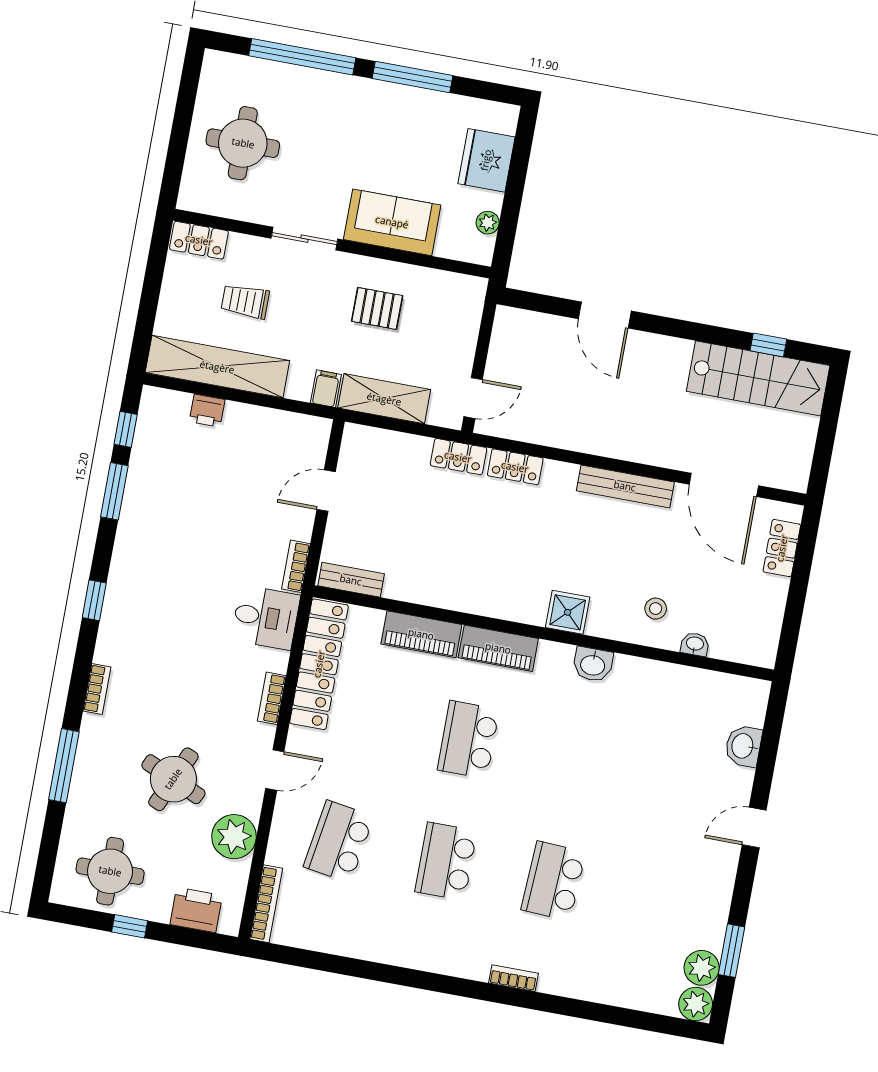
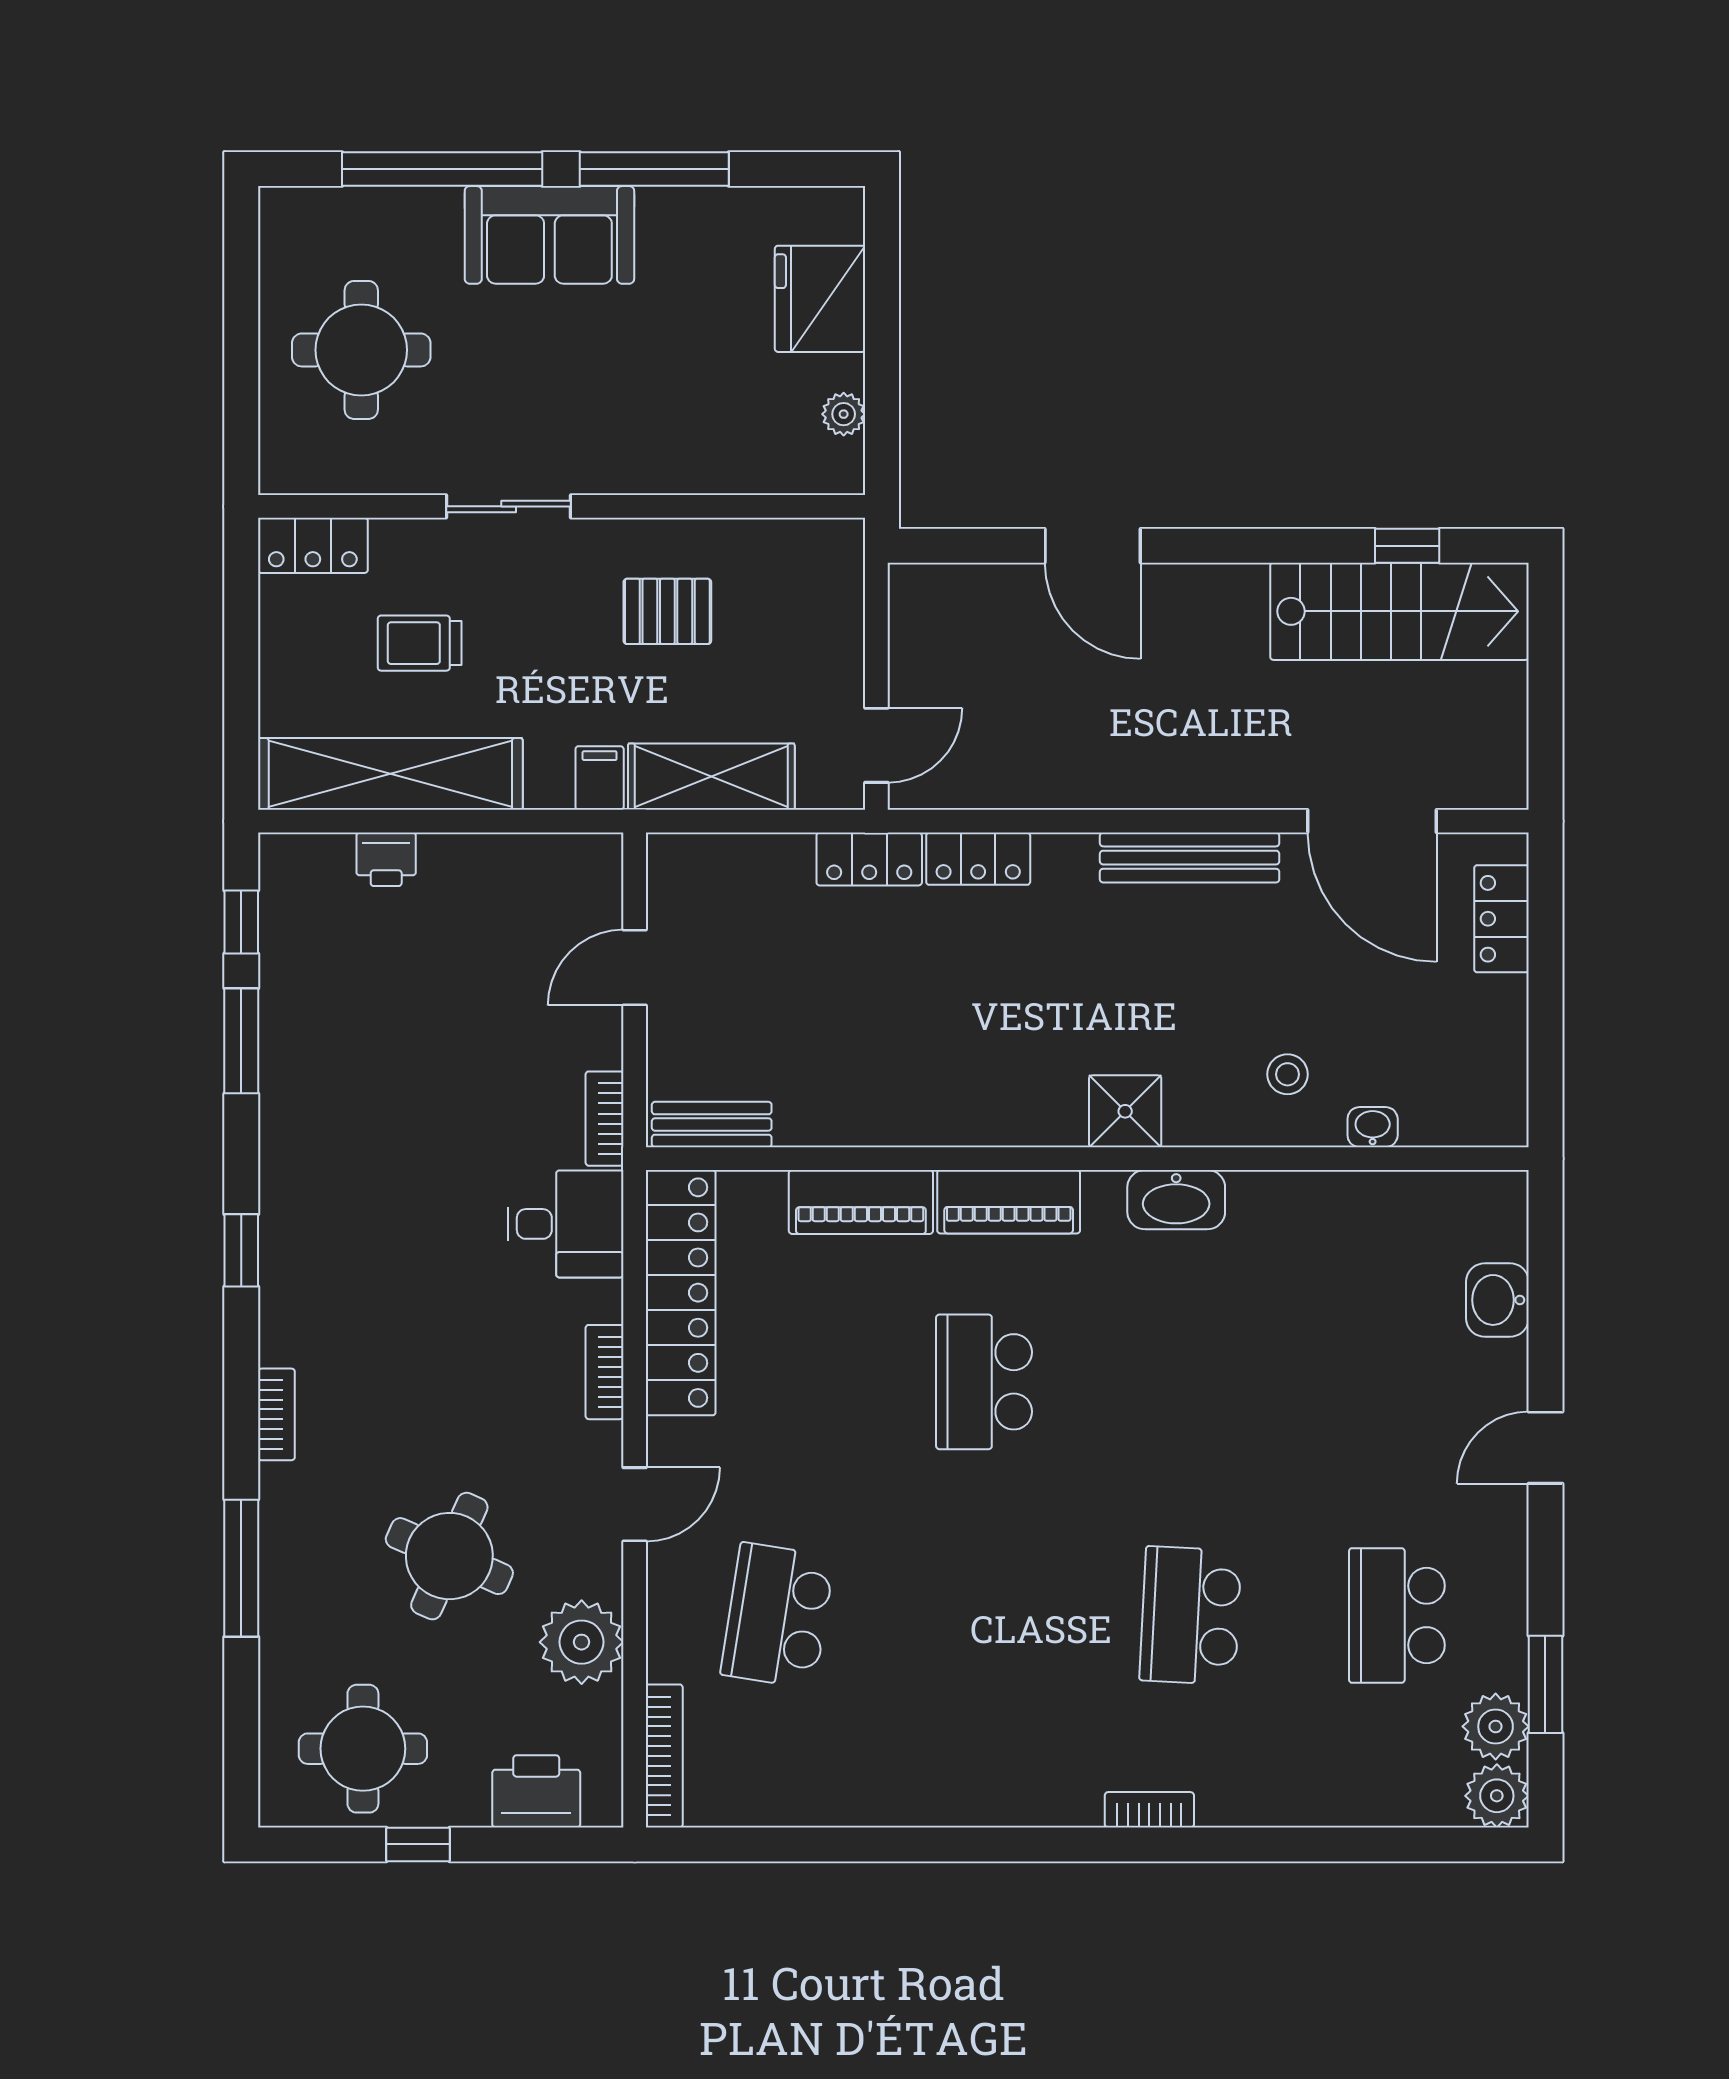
sofa: (392, 222) -> (549, 235), moved, turned 180
washbasin: (593, 664) -> (1176, 1200), width x1.38
school desk: (446, 861) -> (1397, 1615), moved

